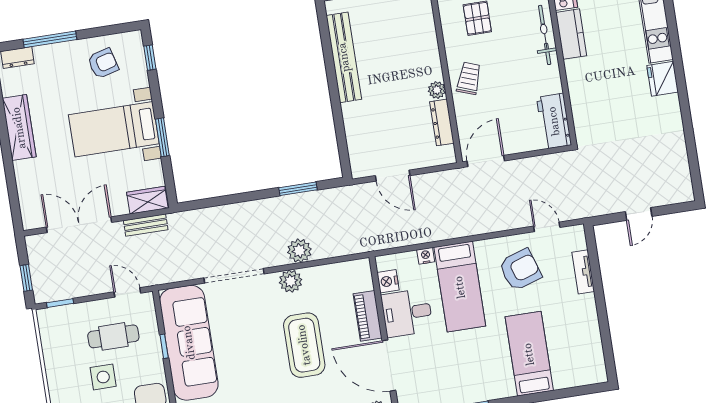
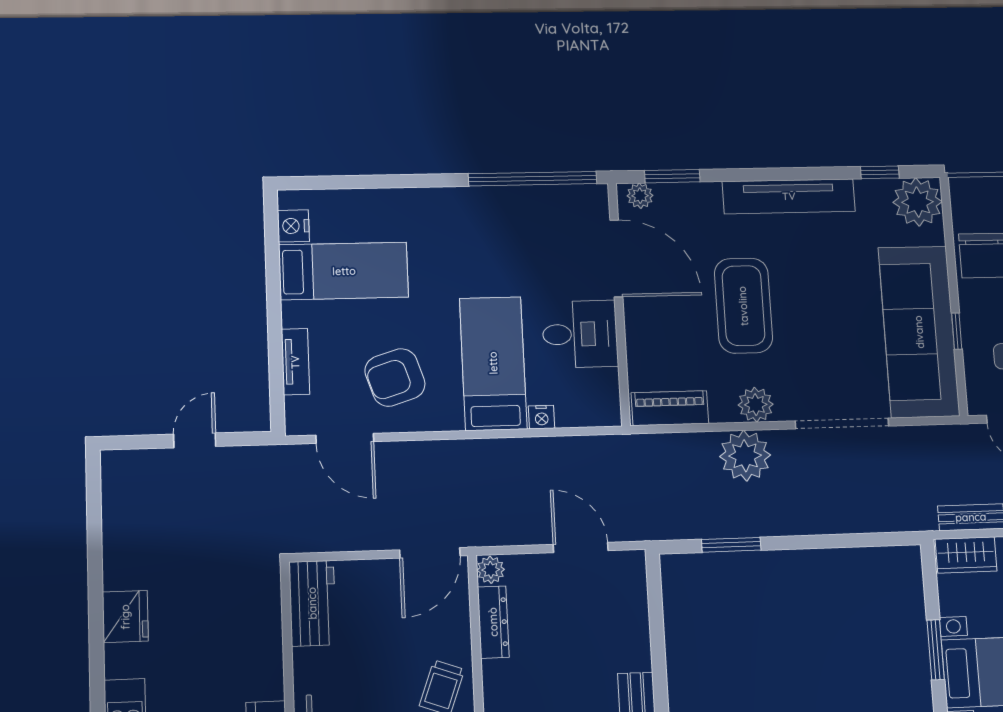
fridge: (663, 79) -> (125, 617), moved
plant: (437, 90) -> (491, 570), moved
door: (547, 227) -> (345, 438), width x1.38
plant: (299, 251) -> (745, 456), width x1.36, depth x1.36
nightstand: (388, 281) -> (293, 226), moved, turned 180
piano: (368, 316) -> (670, 408), moved, turned -90
bed: (529, 354) -> (344, 271), moved, turned -90

